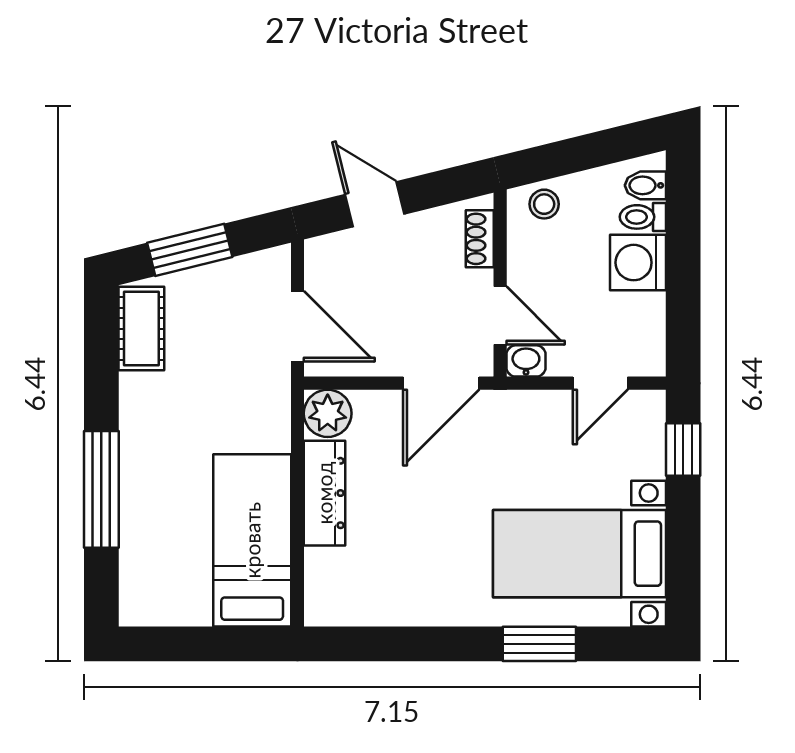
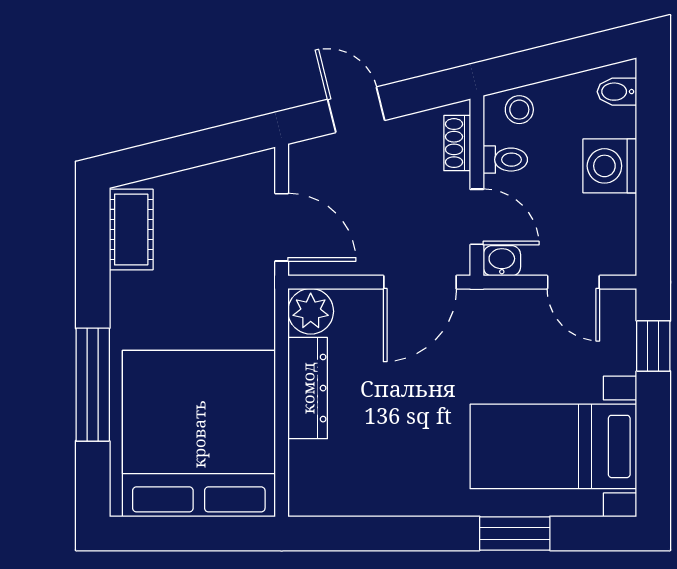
toilet: (643, 217) -> (505, 160), moved, turned 180
window: (190, 250) -> (178, 154), removed
door: (600, 383) -> (573, 282), hinge flipped
bed: (252, 540) -> (199, 434), width x2.04

